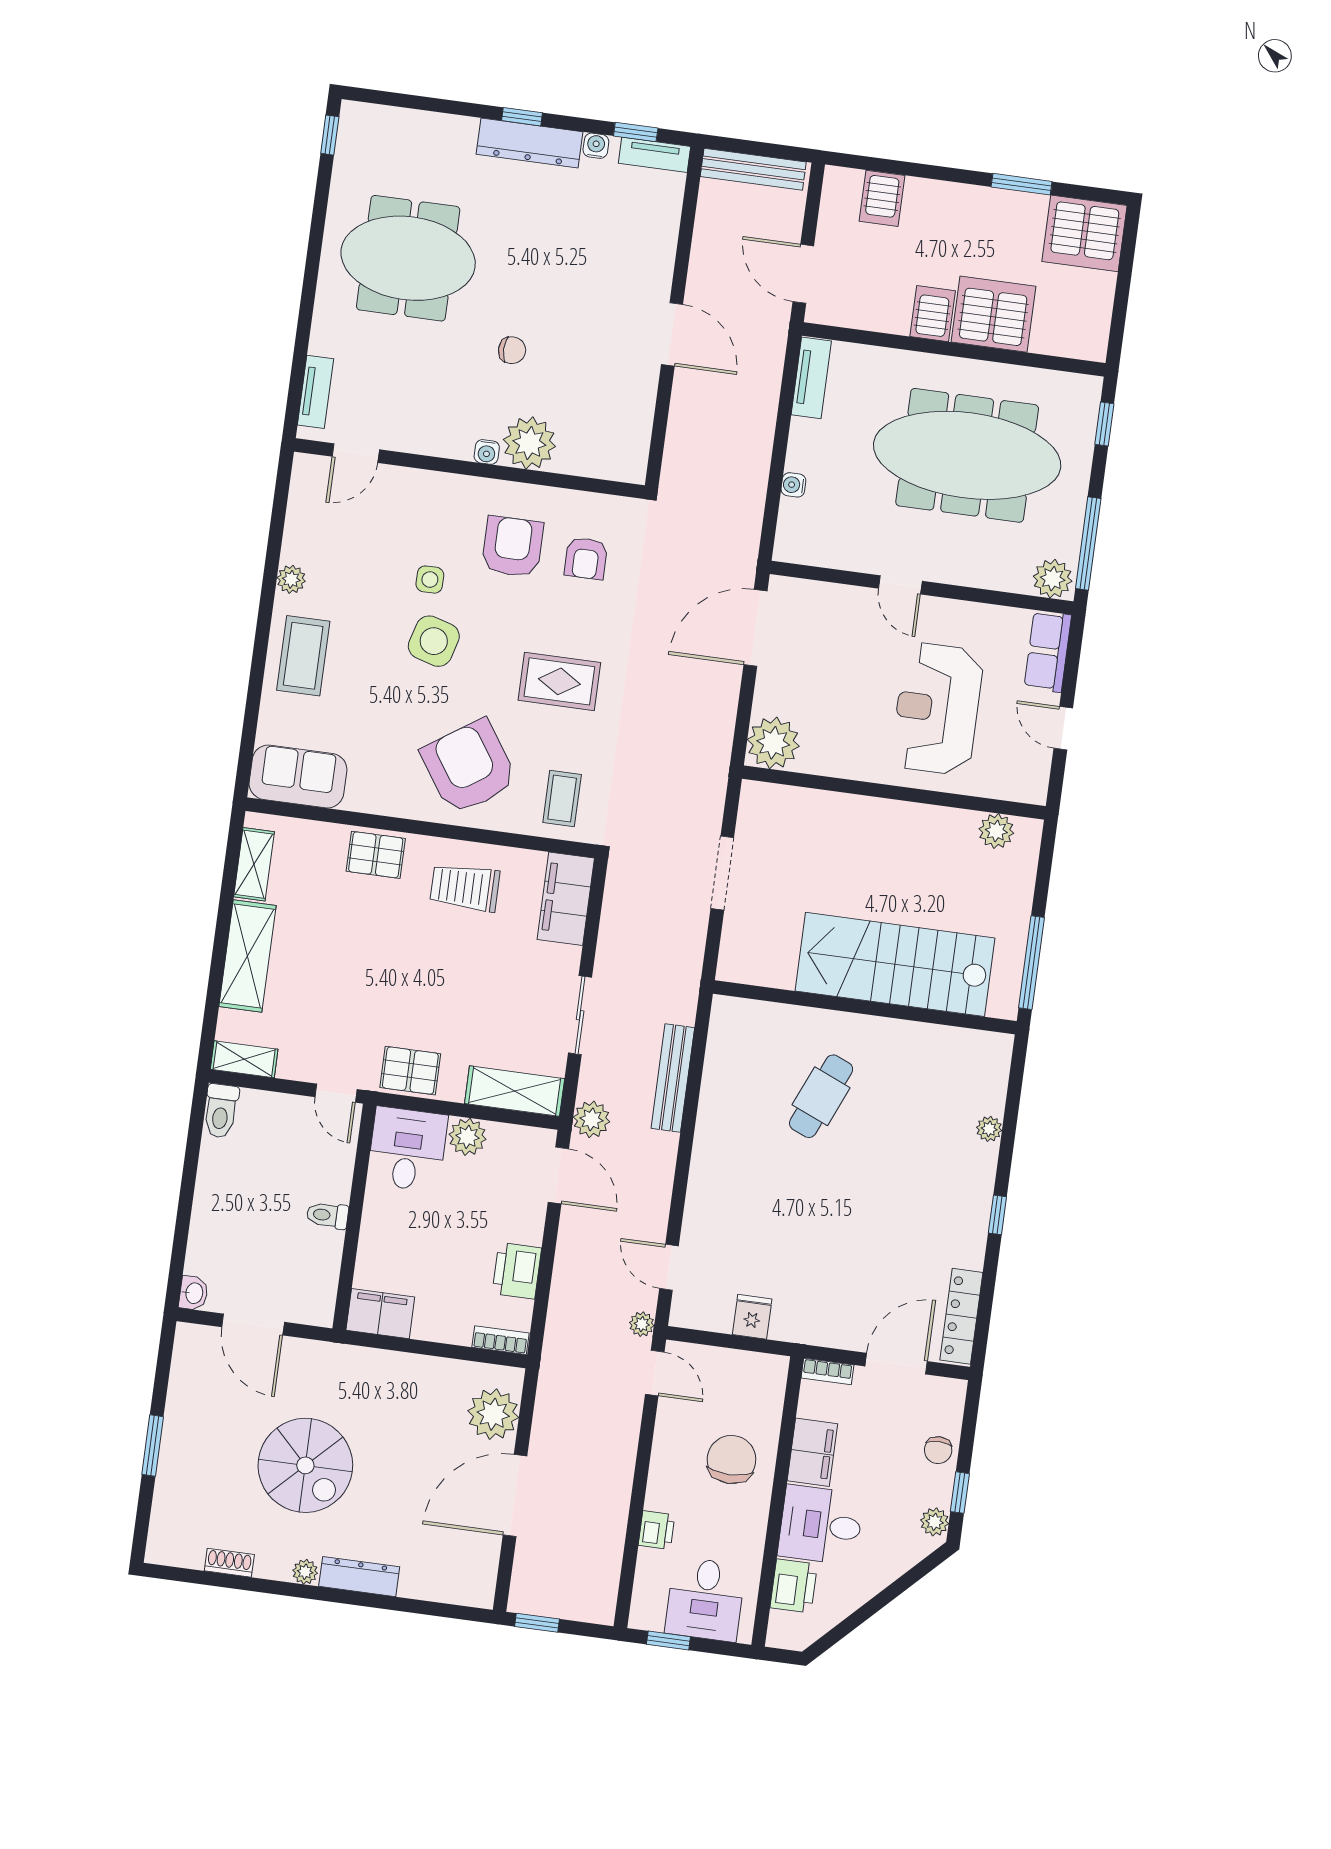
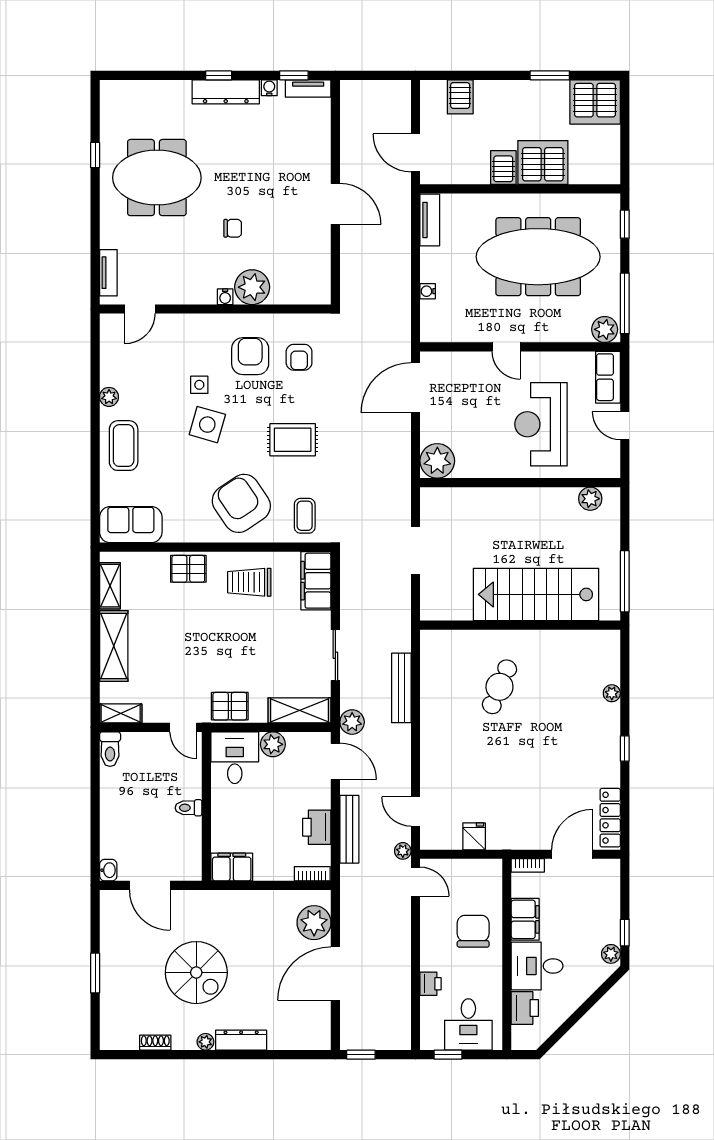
window: (330, 135) -> (95, 155), moved
bench: (753, 169) -> (349, 829), moved, turned 90
chair: (938, 1450) -> (607, 907), removed

